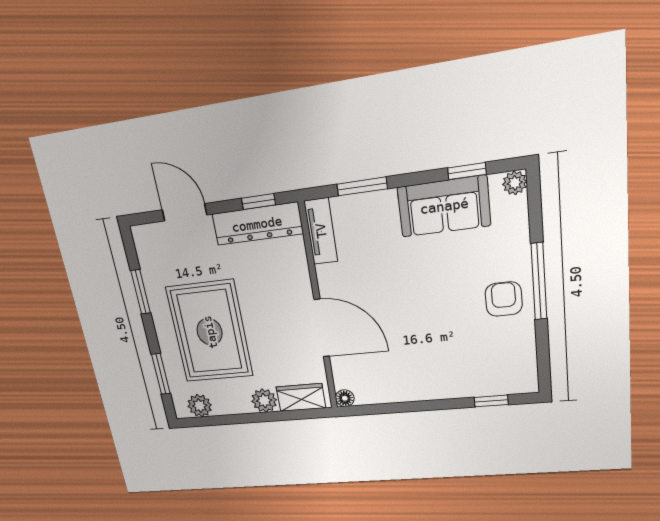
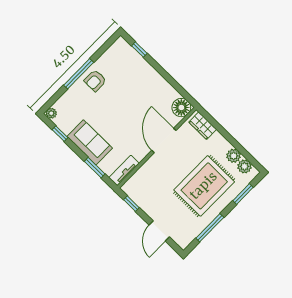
sofa: (444, 206) -> (90, 142), moved
dresser: (257, 224) -> (141, 198), removed
window: (141, 292) -> (210, 228), width x1.44
floor lamp: (345, 398) -> (181, 108), width x1.89, depth x1.89
plant: (264, 401) -> (234, 156), moved

